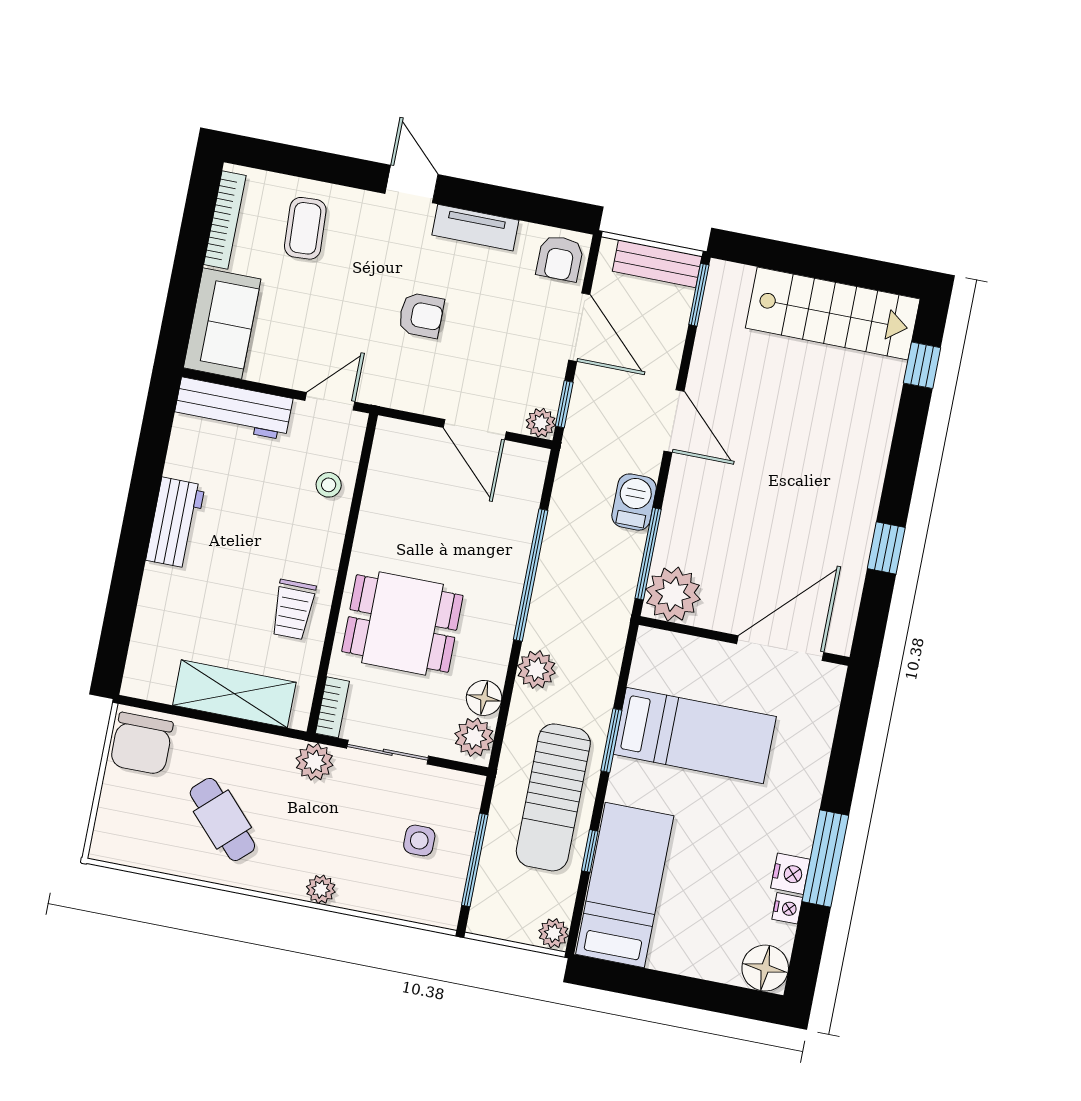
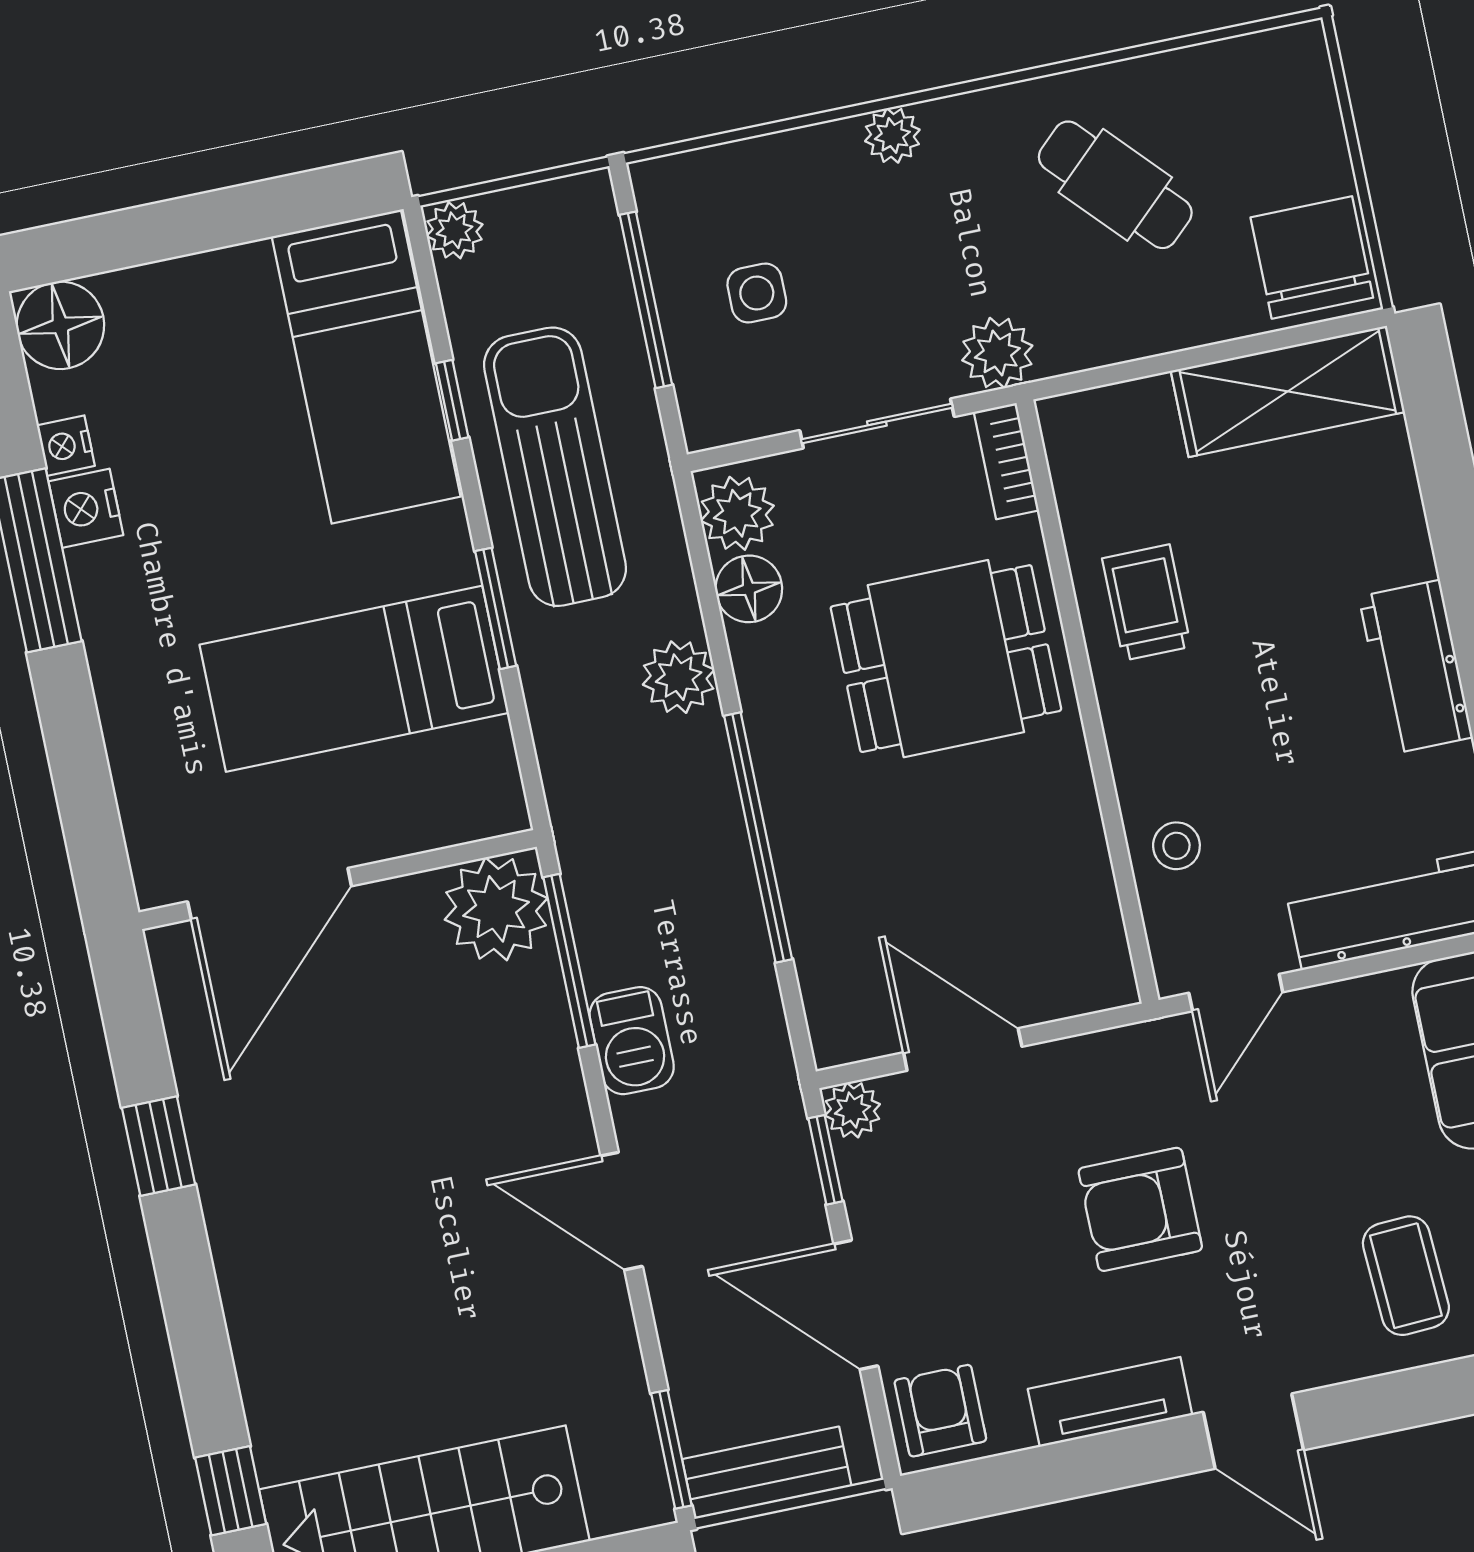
armchair: (421, 315) -> (1140, 1209), width x1.38, depth x1.38
shelving: (234, 694) -> (1288, 391), moved

